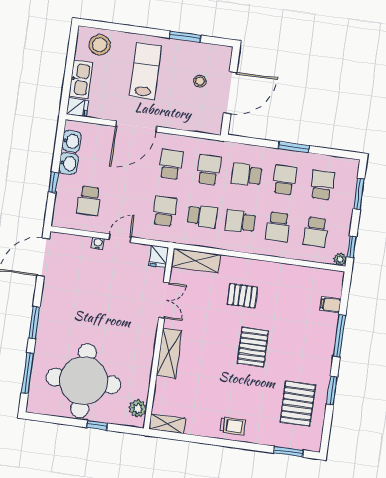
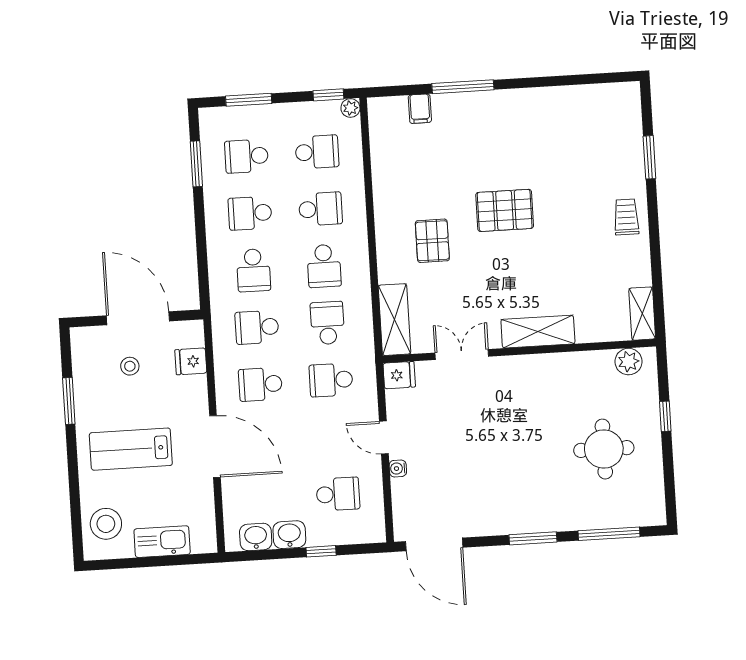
fridge: (77, 107) -> (191, 361), moved, turned -90
window: (294, 147) -> (196, 164), moved
round table: (84, 381) -> (604, 449), width x0.54, depth x0.54
window: (332, 391) -> (545, 82), removed
pallet: (298, 404) -> (574, 128), removed
window: (288, 452) -> (649, 157), moved

